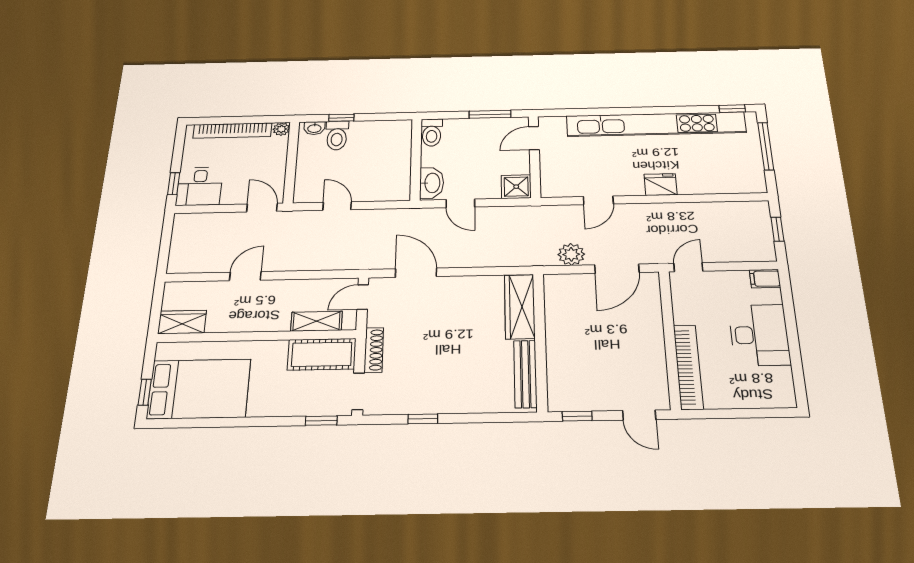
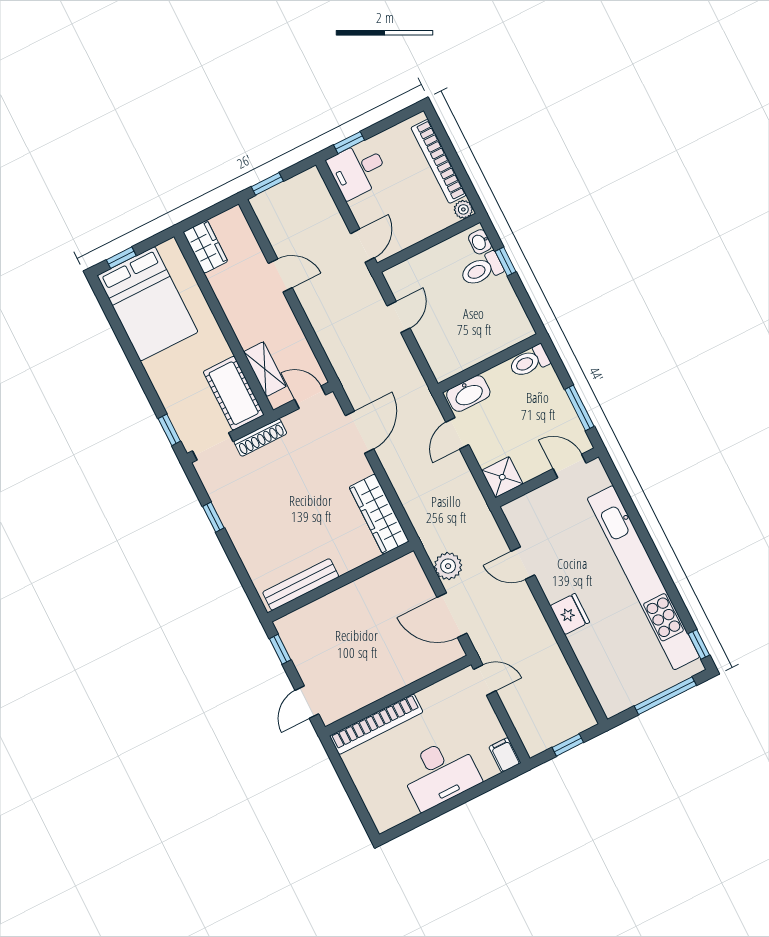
window: (164, 254) -> (267, 184), added
wardrobe: (520, 307) -> (379, 514), moved, turned -90

